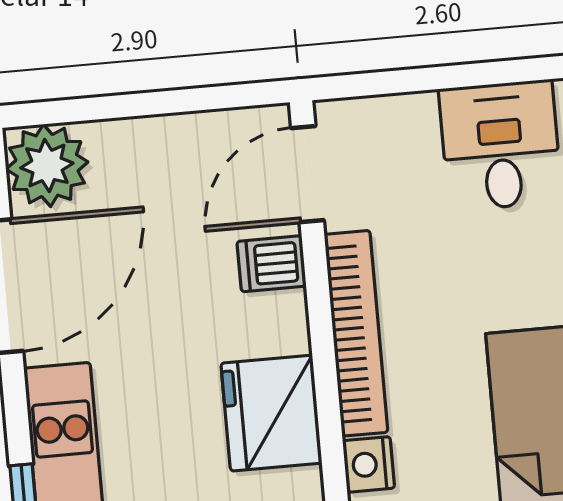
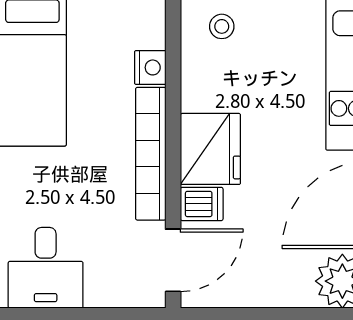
fridge: (272, 413) -> (210, 149), moved

